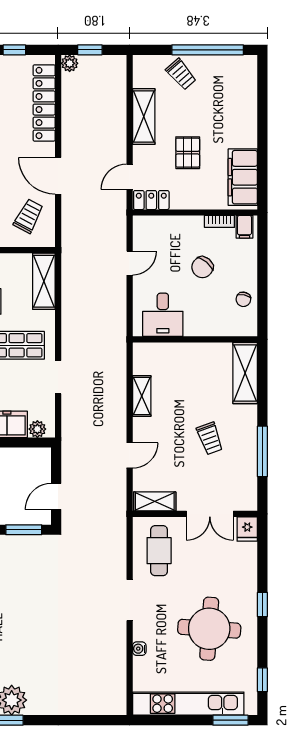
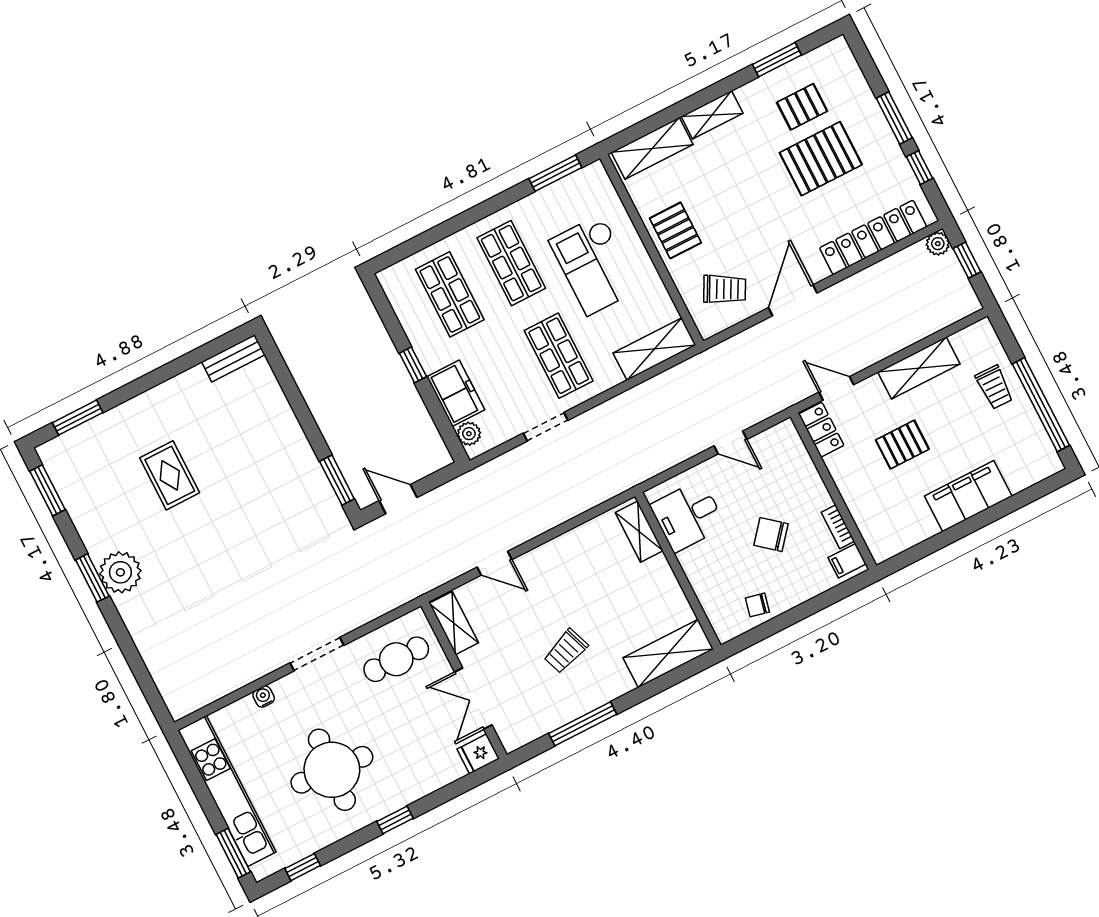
trolley: (181, 74) -> (994, 387), turned -48
filing cabinet: (243, 177) -> (968, 496), moved
shelving: (142, 396) -> (639, 532), moved, turned 90

